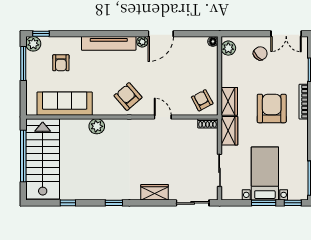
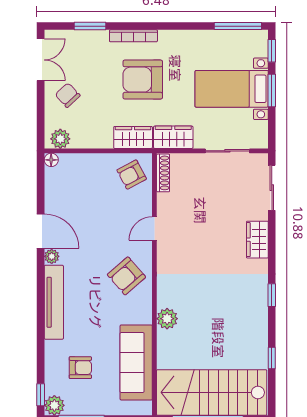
shoe rack: (207, 123) -> (163, 173), width x1.43

